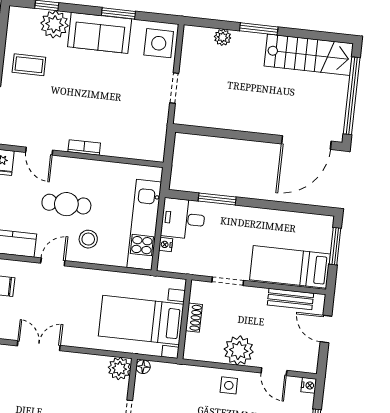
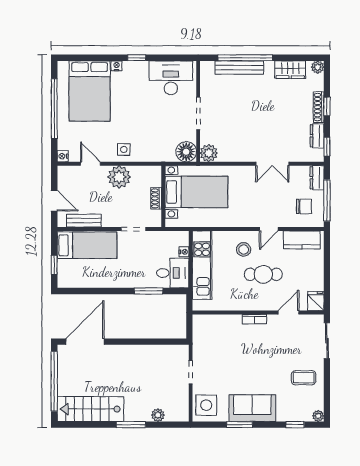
plant: (54, 24) -> (318, 416), moved, width x0.53, depth x0.53
door: (39, 151) -> (289, 313), hinge flipped
window: (335, 246) -> (54, 265), width x0.67
floor lamp: (143, 367) -> (186, 152), width x1.89, depth x1.89

